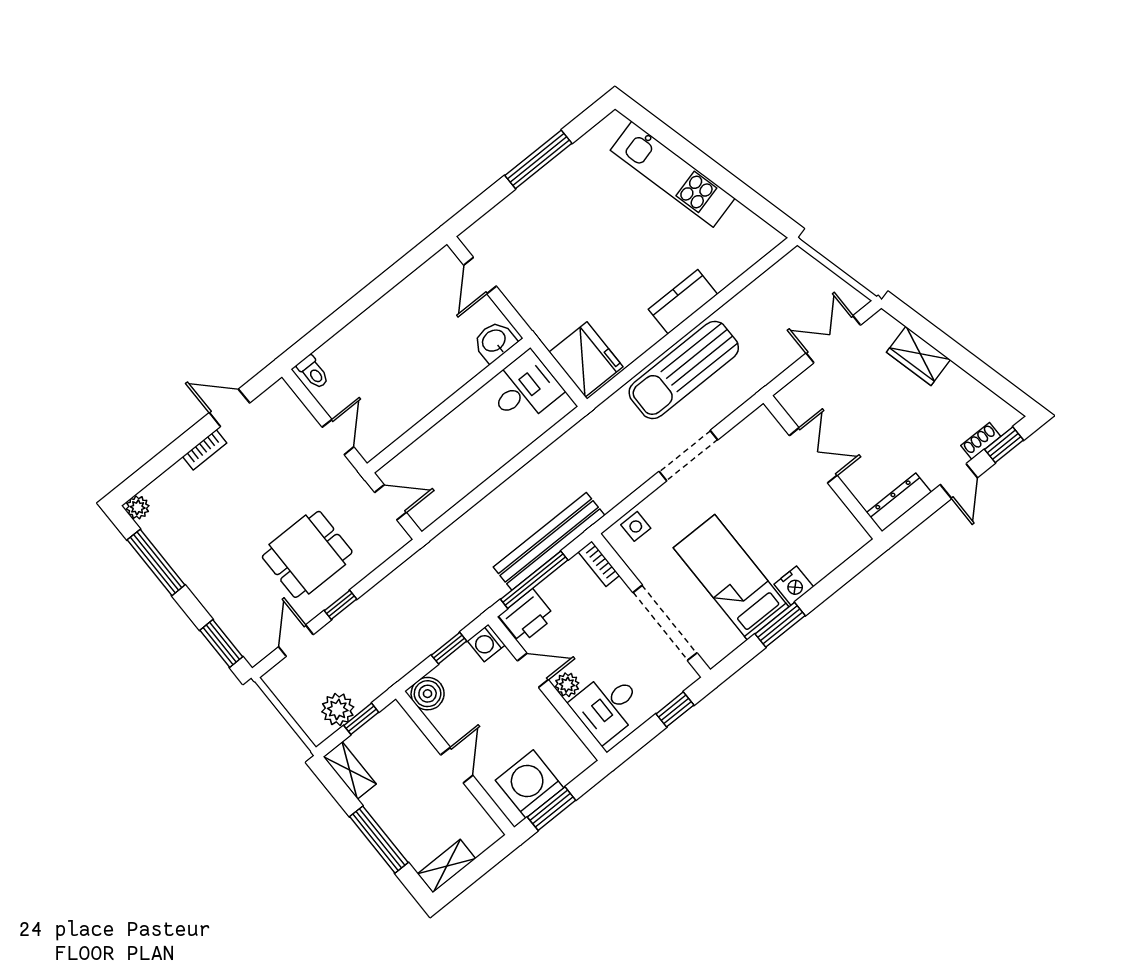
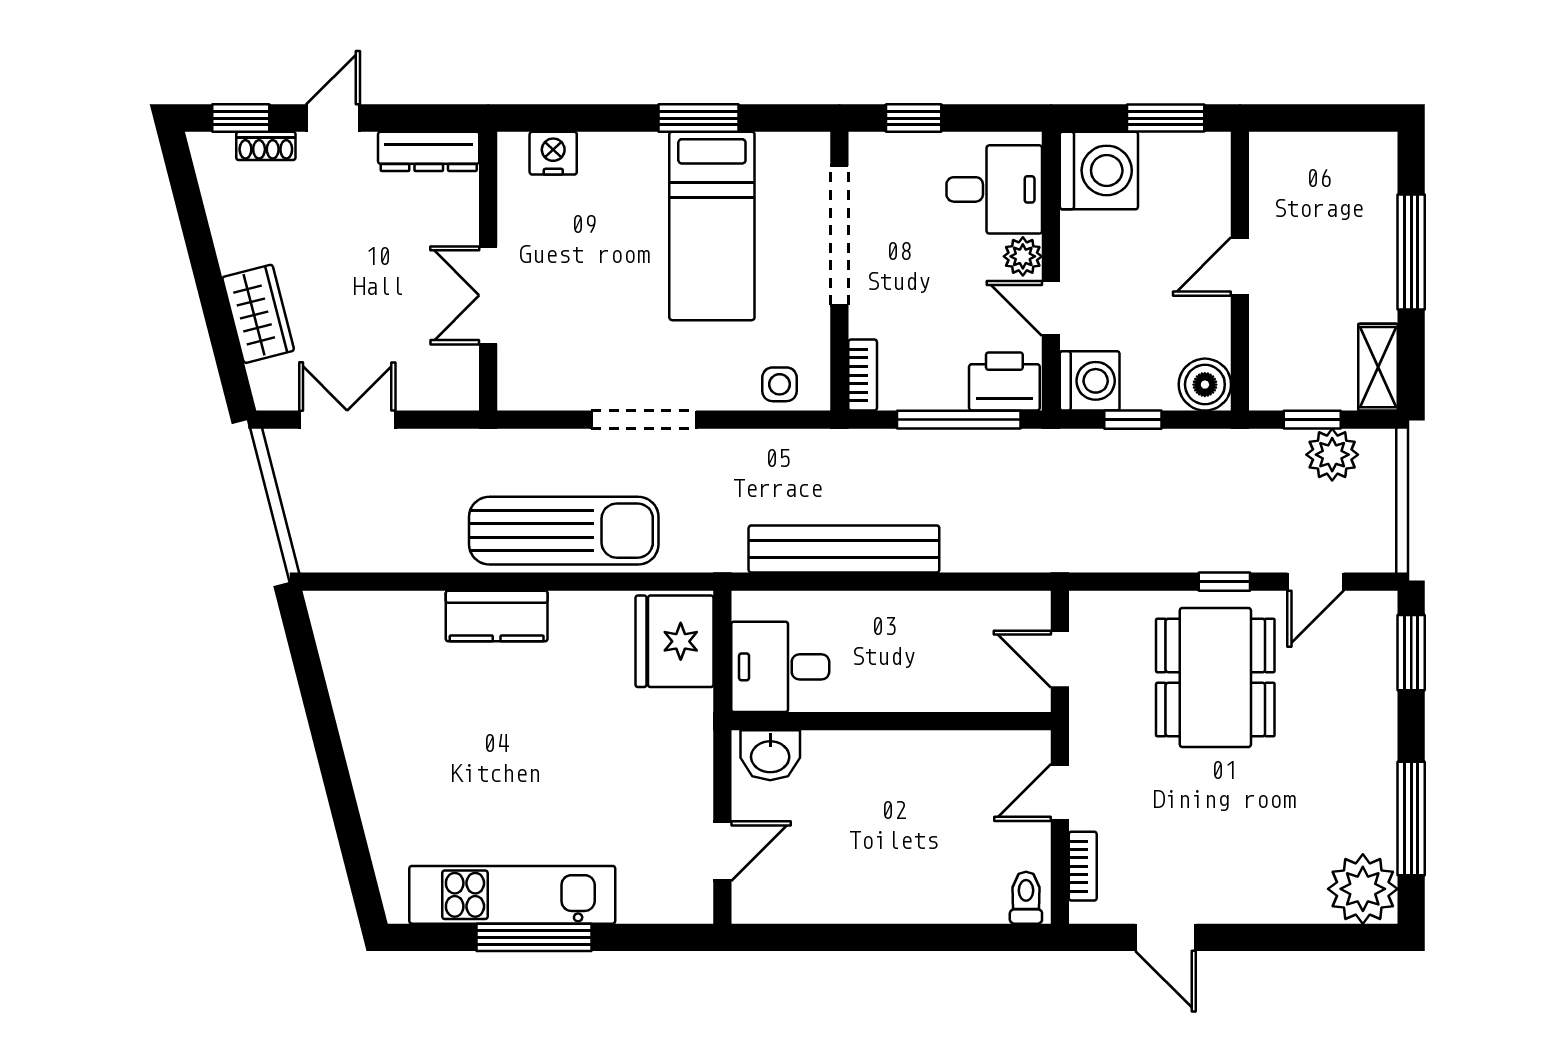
kitchen unit: (673, 174) -> (512, 895), moved, turned -76
double door: (833, 339) -> (347, 420), swing flipped
bookcase: (205, 450) -> (1083, 866), moved, turned 90
plant: (138, 507) -> (1363, 889), width x1.87, depth x1.87
bench: (549, 541) -> (844, 549), moved
dining table: (307, 554) -> (1215, 678), width x1.38
nightstand: (794, 586) -> (553, 153), moved
washing machine: (486, 643) -> (1090, 381), width x1.38, depth x1.38
washing machine: (530, 784) -> (1099, 170), moved, turned -90
shelving: (447, 866) -> (1354, 151), removed

